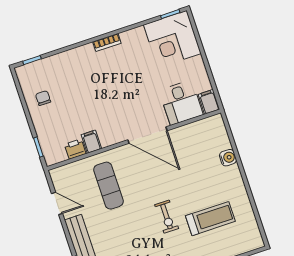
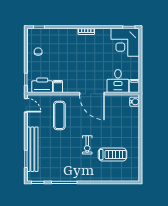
printer: (75, 149) -> (42, 85), width x1.87, depth x1.48
water cooler: (228, 158) -> (135, 102), moved
door: (57, 203) -> (26, 105), moved

